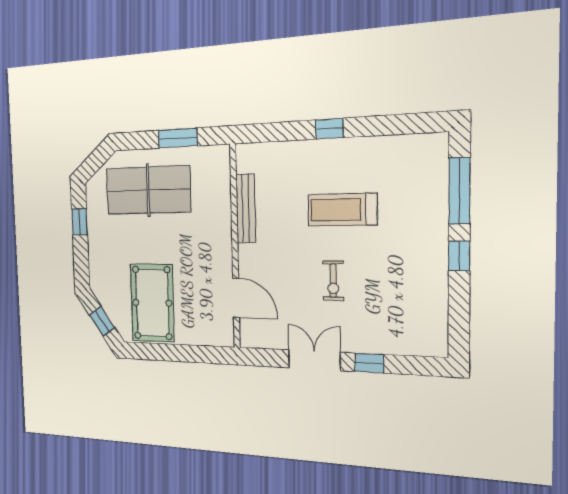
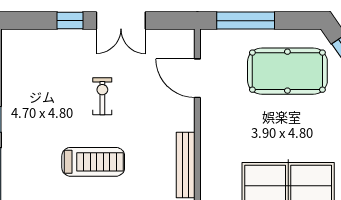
pool table: (152, 303) -> (287, 71), turned 90
window: (192, 354) -> (246, 21), added

